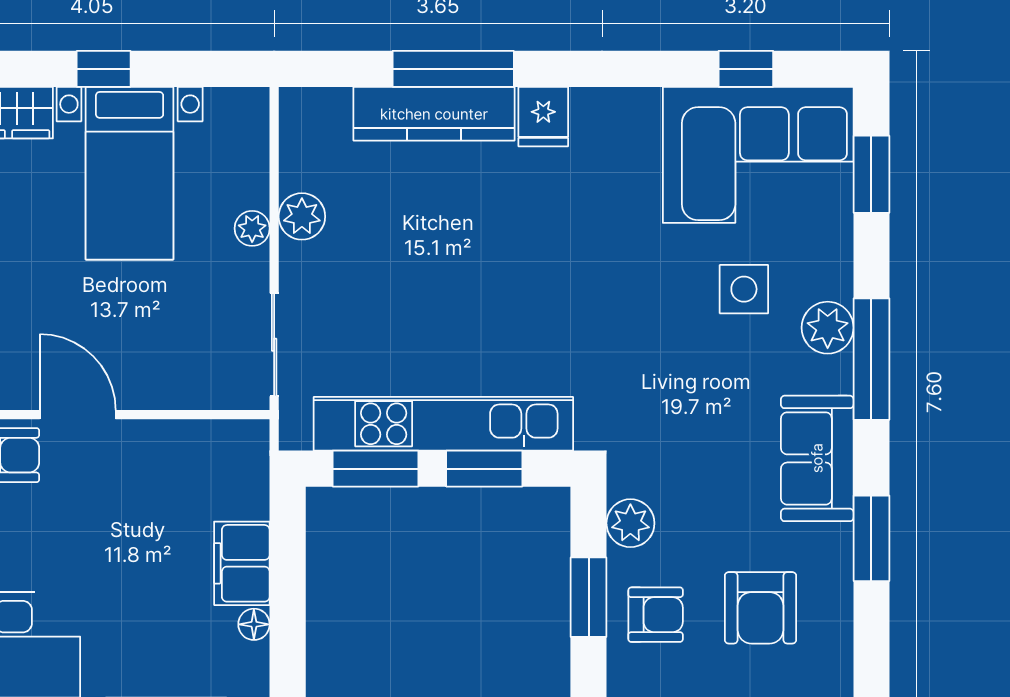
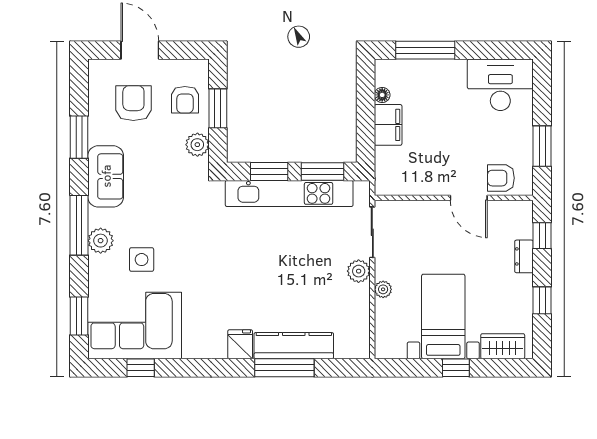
plant: (302, 216) -> (359, 271), moved
armchair: (656, 615) -> (185, 100), turned -90

